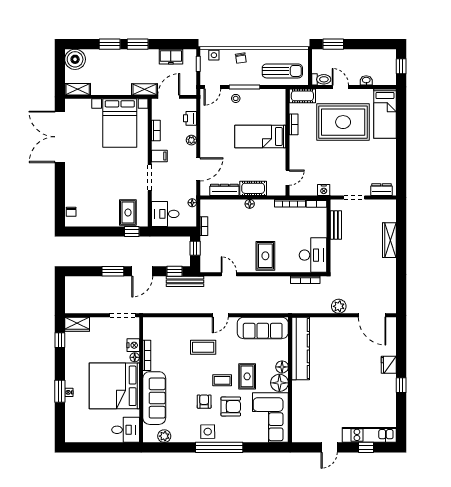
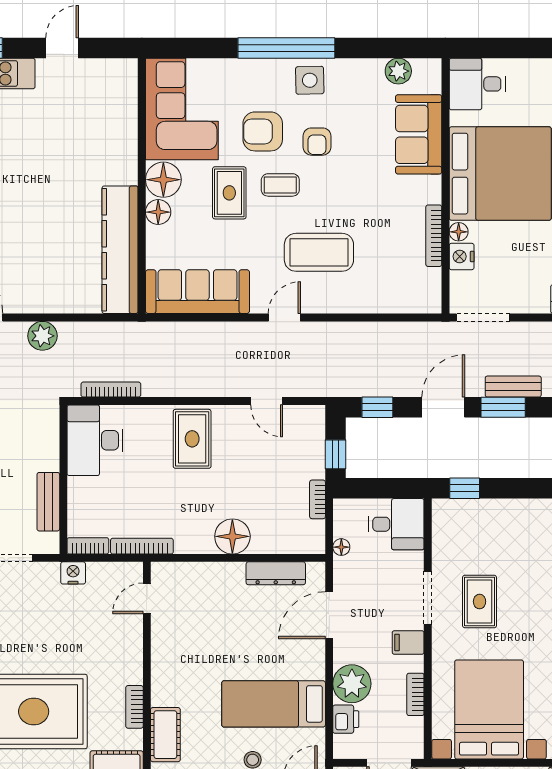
bed: (260, 136) -> (274, 704), moved, turned 180
plant: (191, 140) -> (352, 684), width x1.88, depth x1.88
cot: (253, 188) -> (165, 735), moved, turned 90
floor lamp: (250, 204) -> (232, 536), width x1.89, depth x1.89
rug: (128, 213) -> (480, 602), moved
bench: (185, 281) -> (513, 387), moved, width x0.73
coffee table: (203, 347) -> (319, 252), width x1.36, depth x1.32
sofa: (154, 398) -> (419, 134), width x0.73

